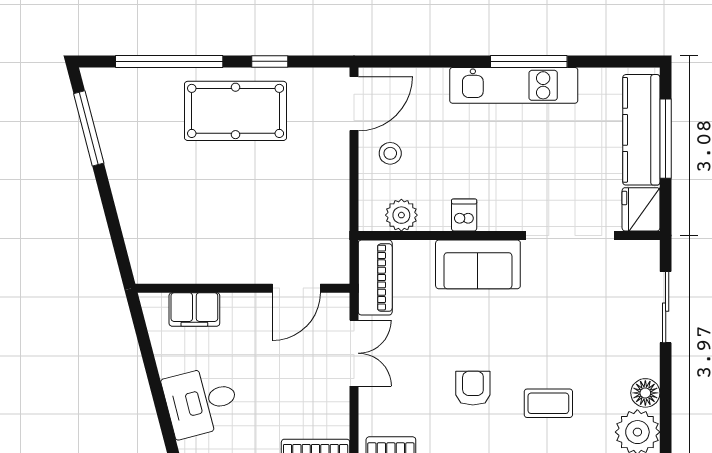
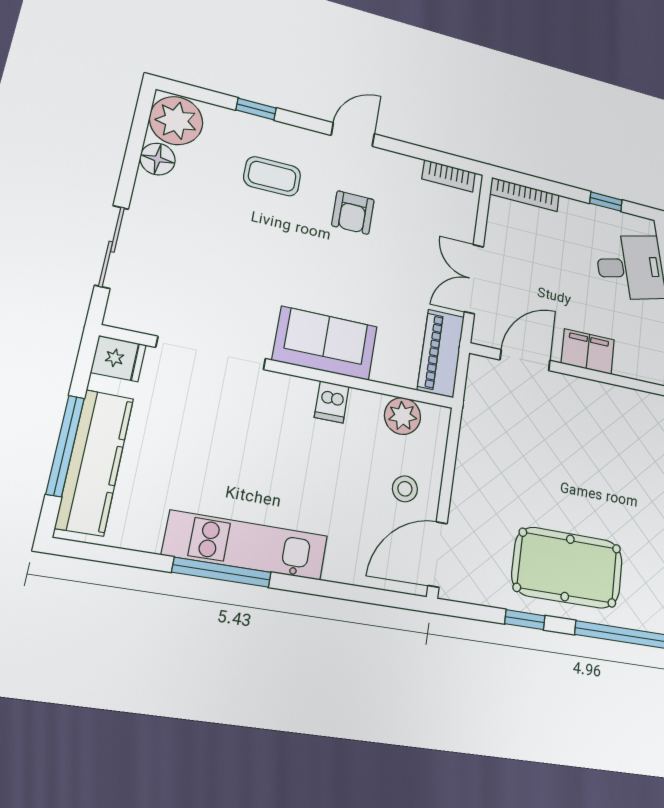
fridge: (641, 209) -> (118, 359), width x0.72
filing cabinet: (194, 309) -> (588, 352), moved

